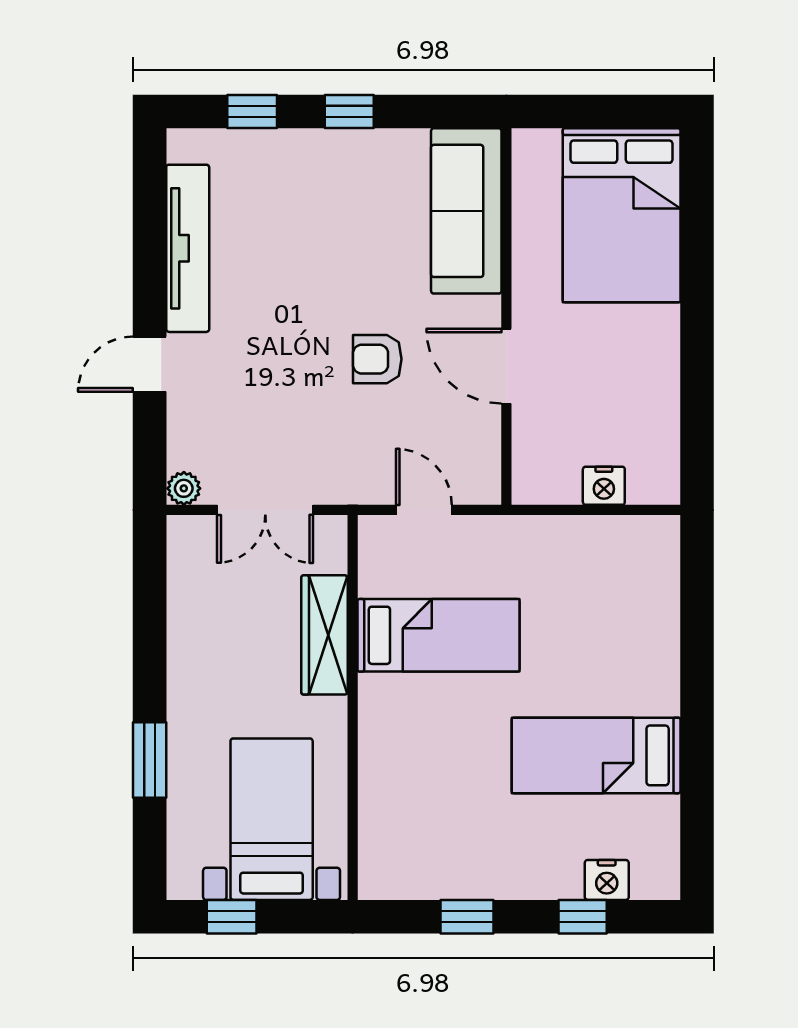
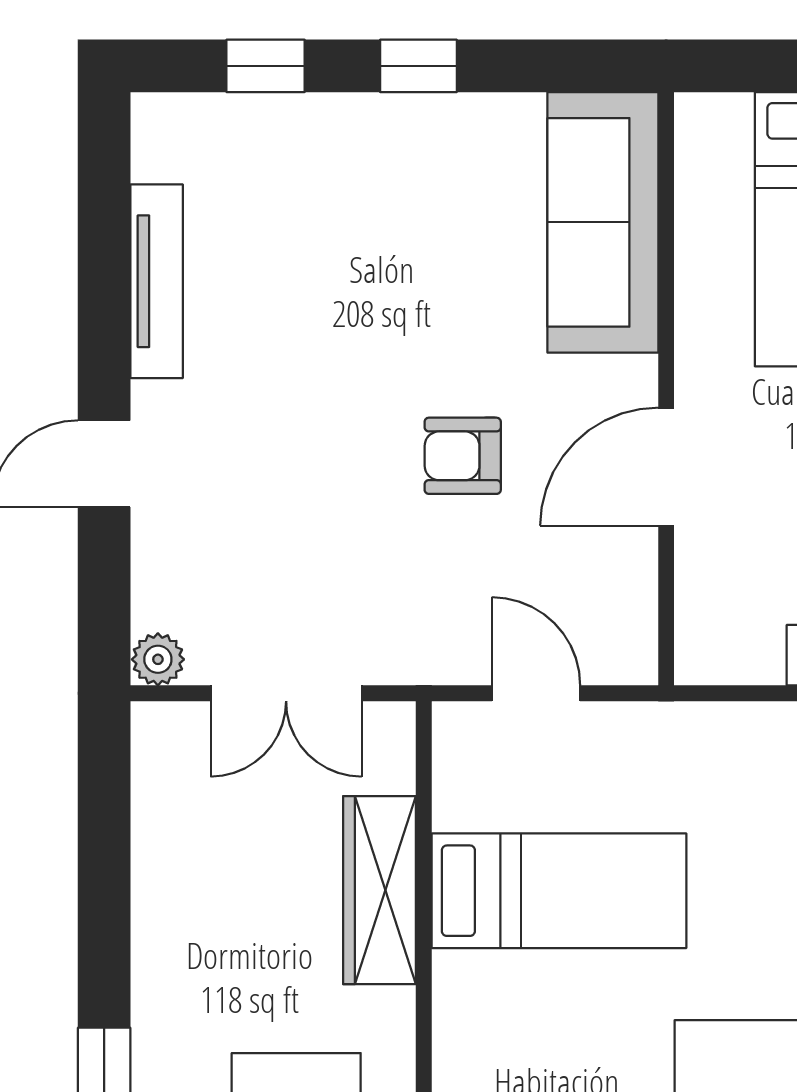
tv unit: (188, 248) -> (157, 281), width x0.73, depth x0.78
door: (506, 366) -> (666, 467), hinge flipped

